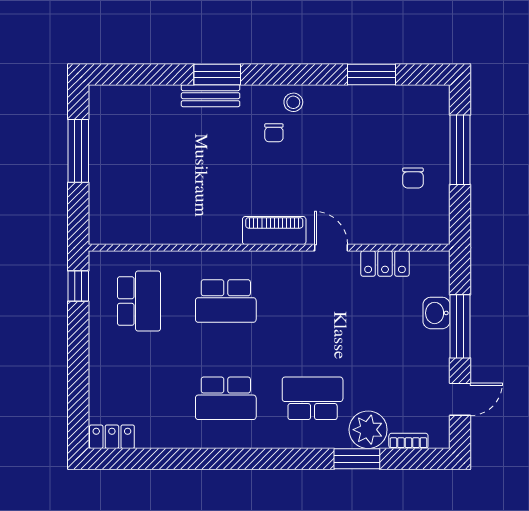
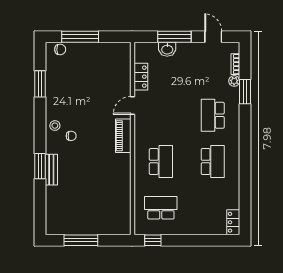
chair: (413, 178) -> (60, 49), moved
plant: (368, 430) -> (234, 81), width x0.53, depth x0.53

